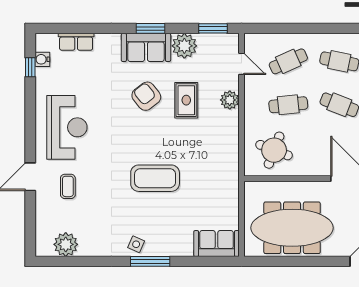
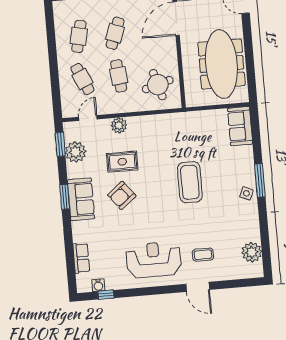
plant: (184, 46) -> (76, 152), moved
round table: (274, 150) -> (158, 85), turned -37

